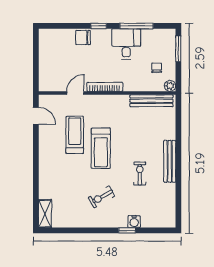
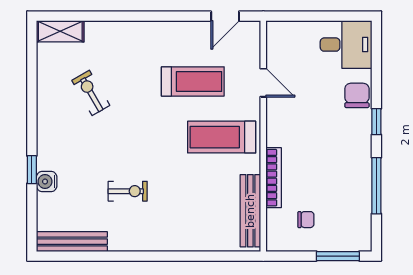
desk: (126, 44) -> (346, 45), moved
plant: (170, 86) -> (275, 242), removed
bookcase: (105, 87) -> (274, 178), moved
treadmill: (101, 148) -> (222, 137), moved
bench: (170, 161) -> (72, 242), moved
exercise bike: (102, 197) -> (91, 93), moved

